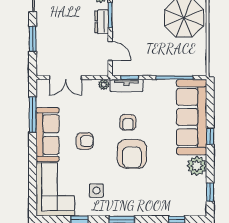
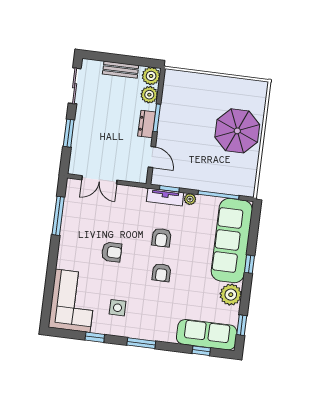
plant: (104, 84) -> (190, 199), moved
sofa: (48, 135) -> (207, 335), moved, turned -90
armchair: (132, 154) -> (161, 273), width x0.53, depth x0.53

